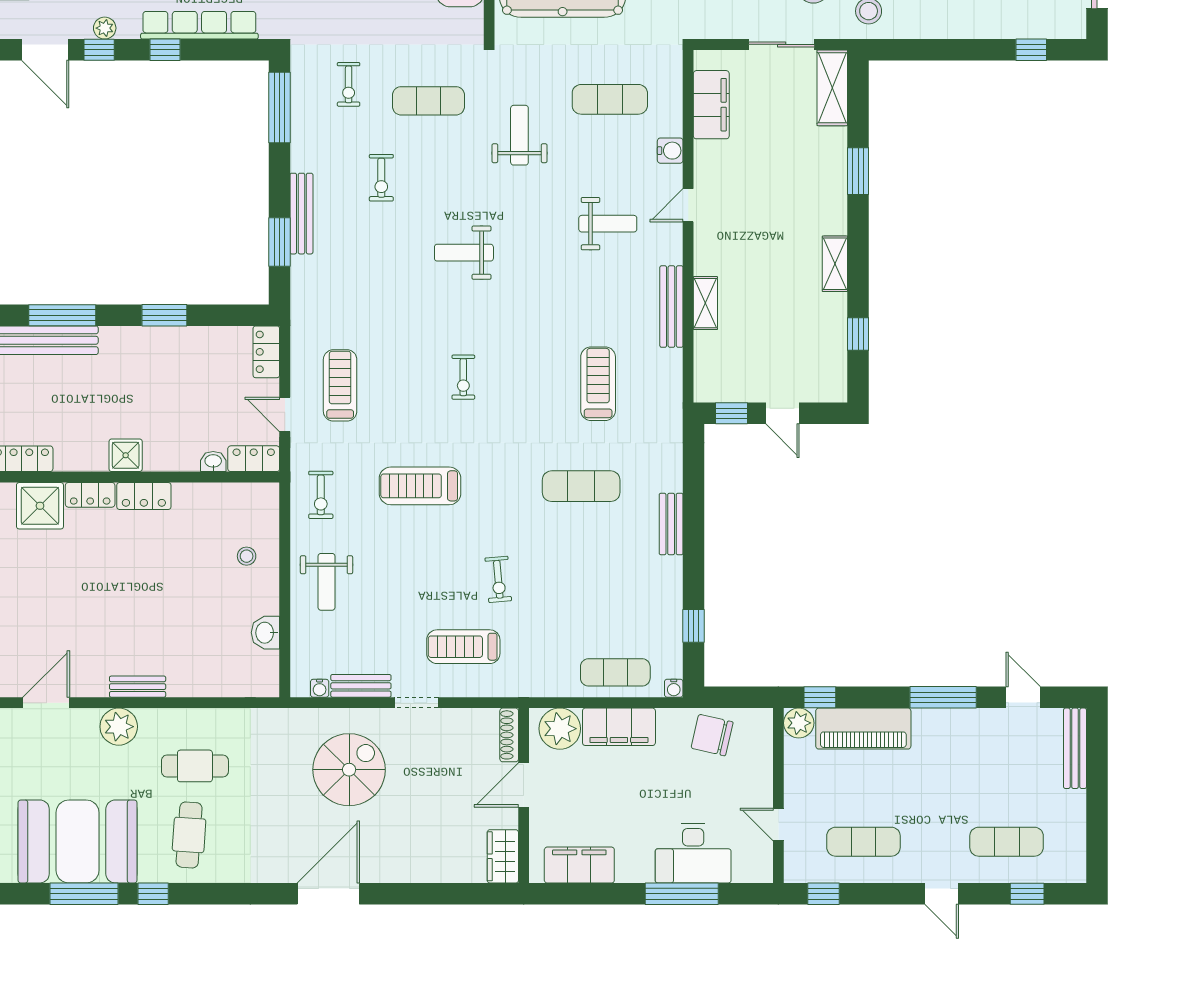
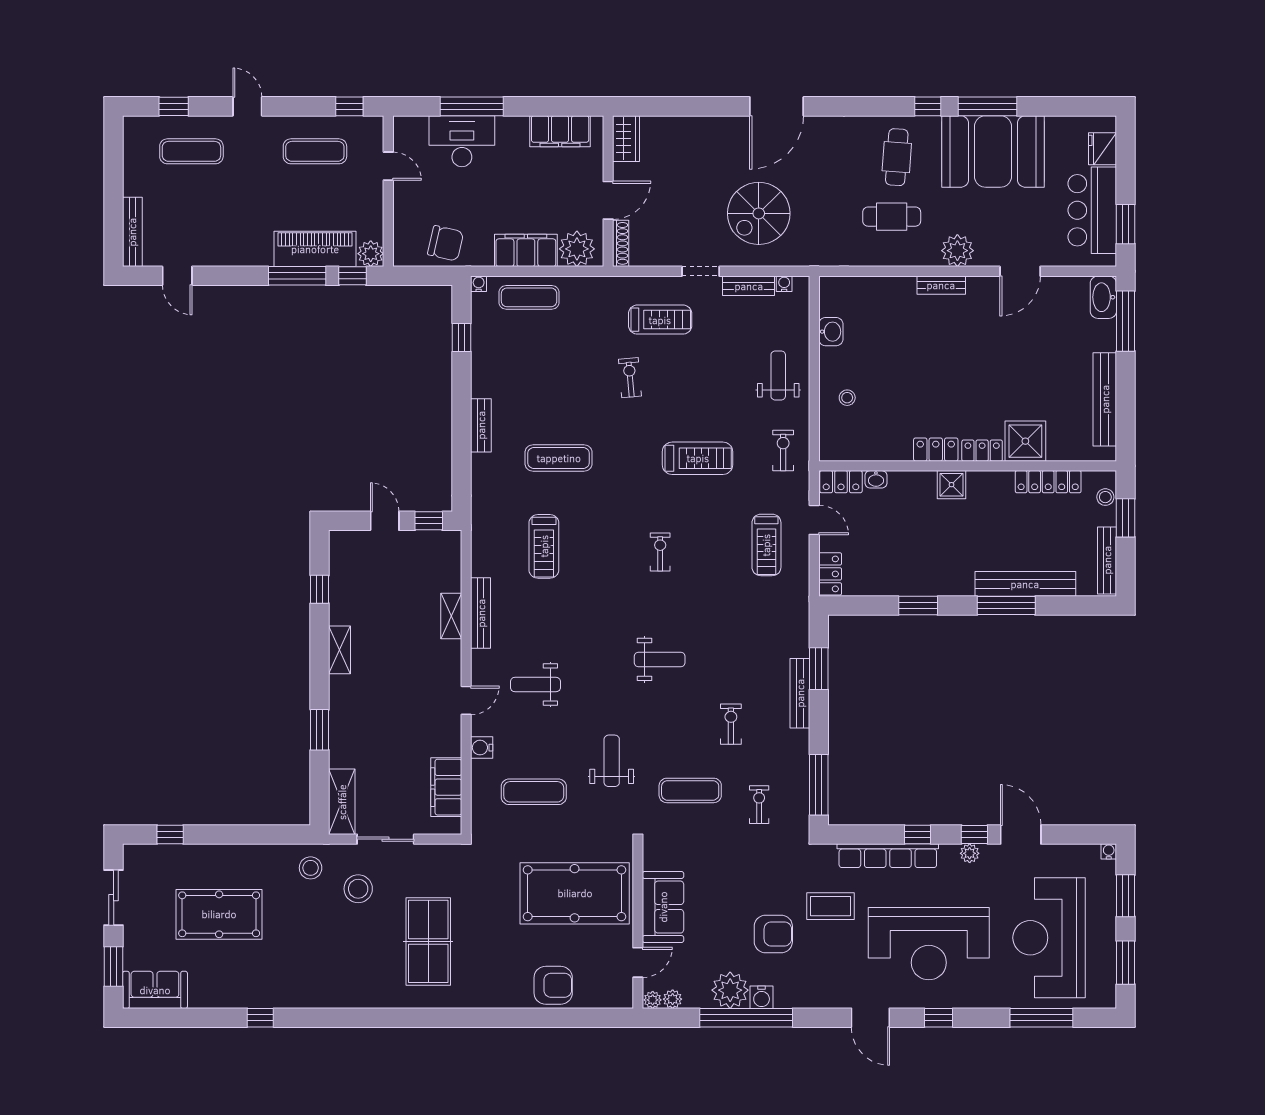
weight bench: (519, 135) -> (612, 761), turned 180
window: (943, 697) -> (297, 276), moved

